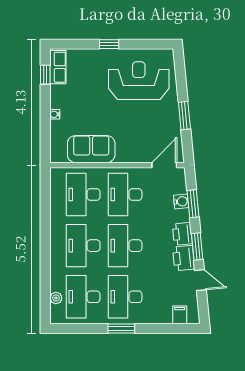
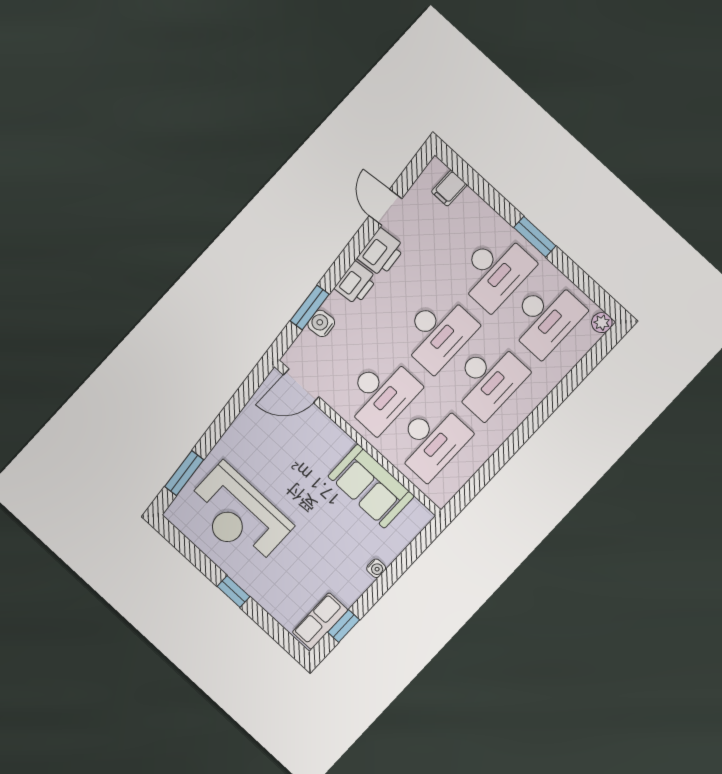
window: (184, 116) -> (184, 473), moved
window: (197, 247) -> (352, 251), removed
plant: (56, 298) -> (602, 323), moved

